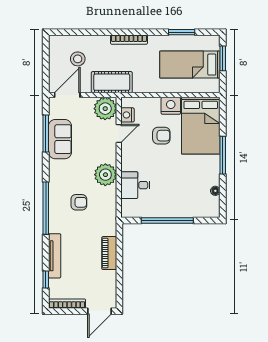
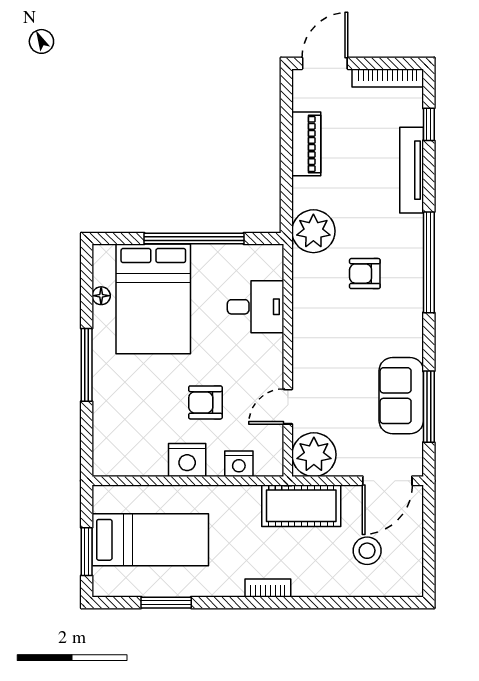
bookcase: (129, 40) -> (268, 588), width x0.64
nightstand: (127, 115) -> (239, 464), moved, turned 90
bed: (201, 126) -> (153, 299), moved, turned 180
plant: (105, 175) -> (313, 231), moved
piano: (109, 253) -> (306, 144), moved

